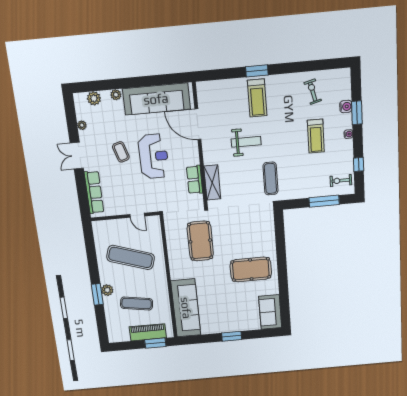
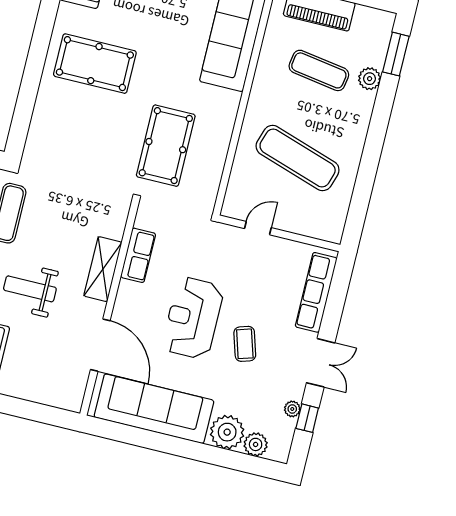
plant: (116, 95) -> (227, 432), width x1.88, depth x1.88
window: (72, 123) -> (307, 418), added
shelving: (212, 182) -> (103, 269), moved
door: (137, 215) -> (258, 228), hinge flipped
plant: (107, 290) -> (370, 79), moved
window: (97, 294) -> (396, 54), moved

